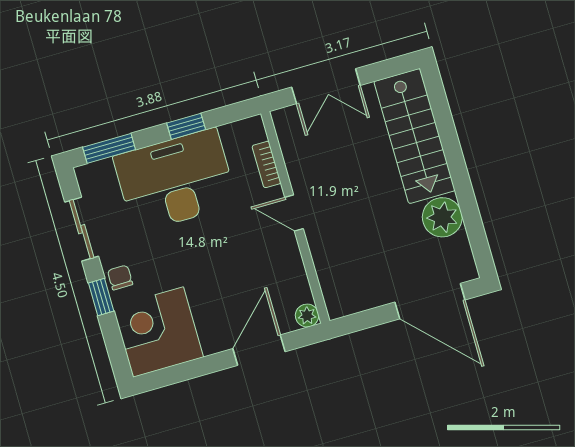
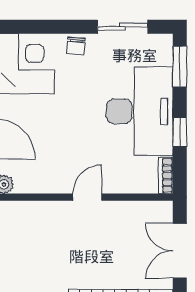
bookcase: (267, 164) -> (166, 176), moved, turned -90
chair: (120, 277) -> (76, 46), turned 95
window: (101, 297) -> (65, 27), removed

